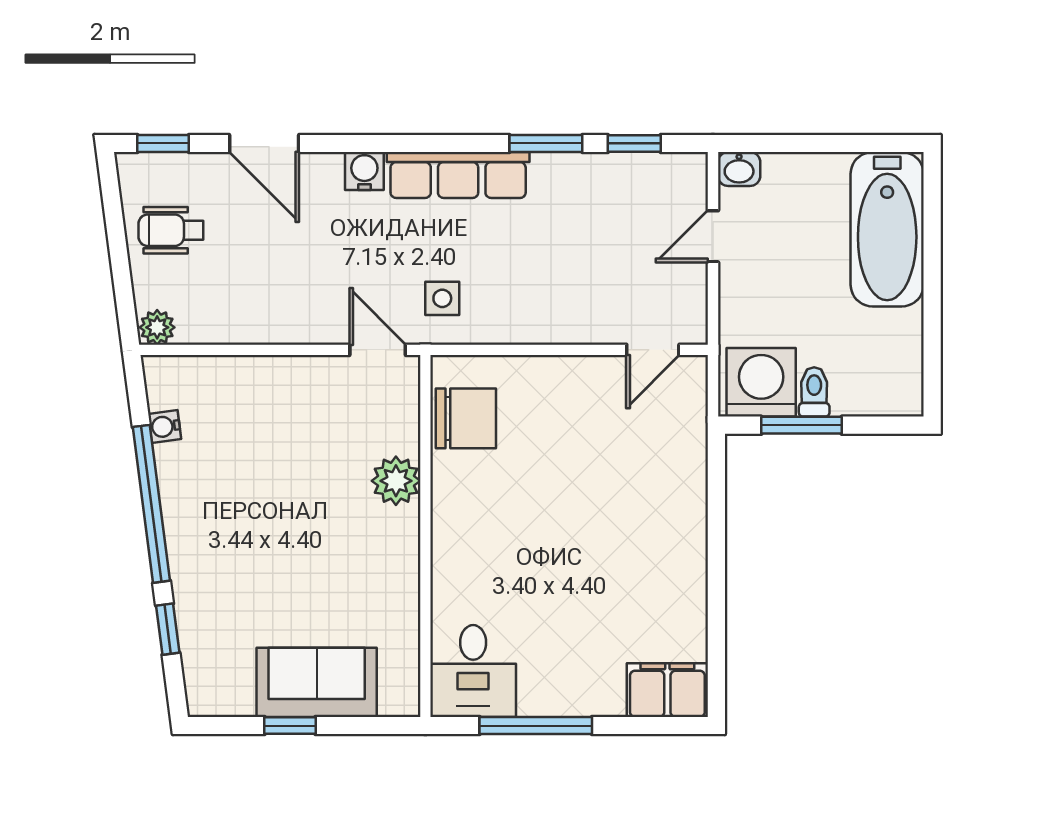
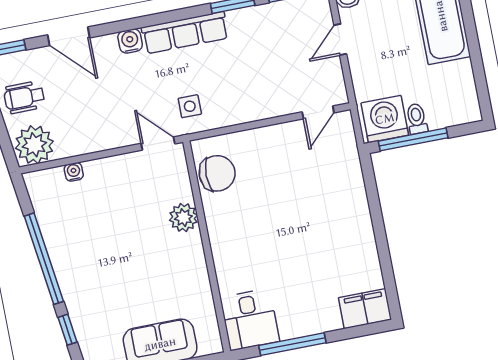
plant: (157, 327) -> (34, 145), width x1.88, depth x1.88
window: (801, 425) -> (413, 139), width x1.44
water cooler: (165, 427) -> (74, 172), moved, turned 97

